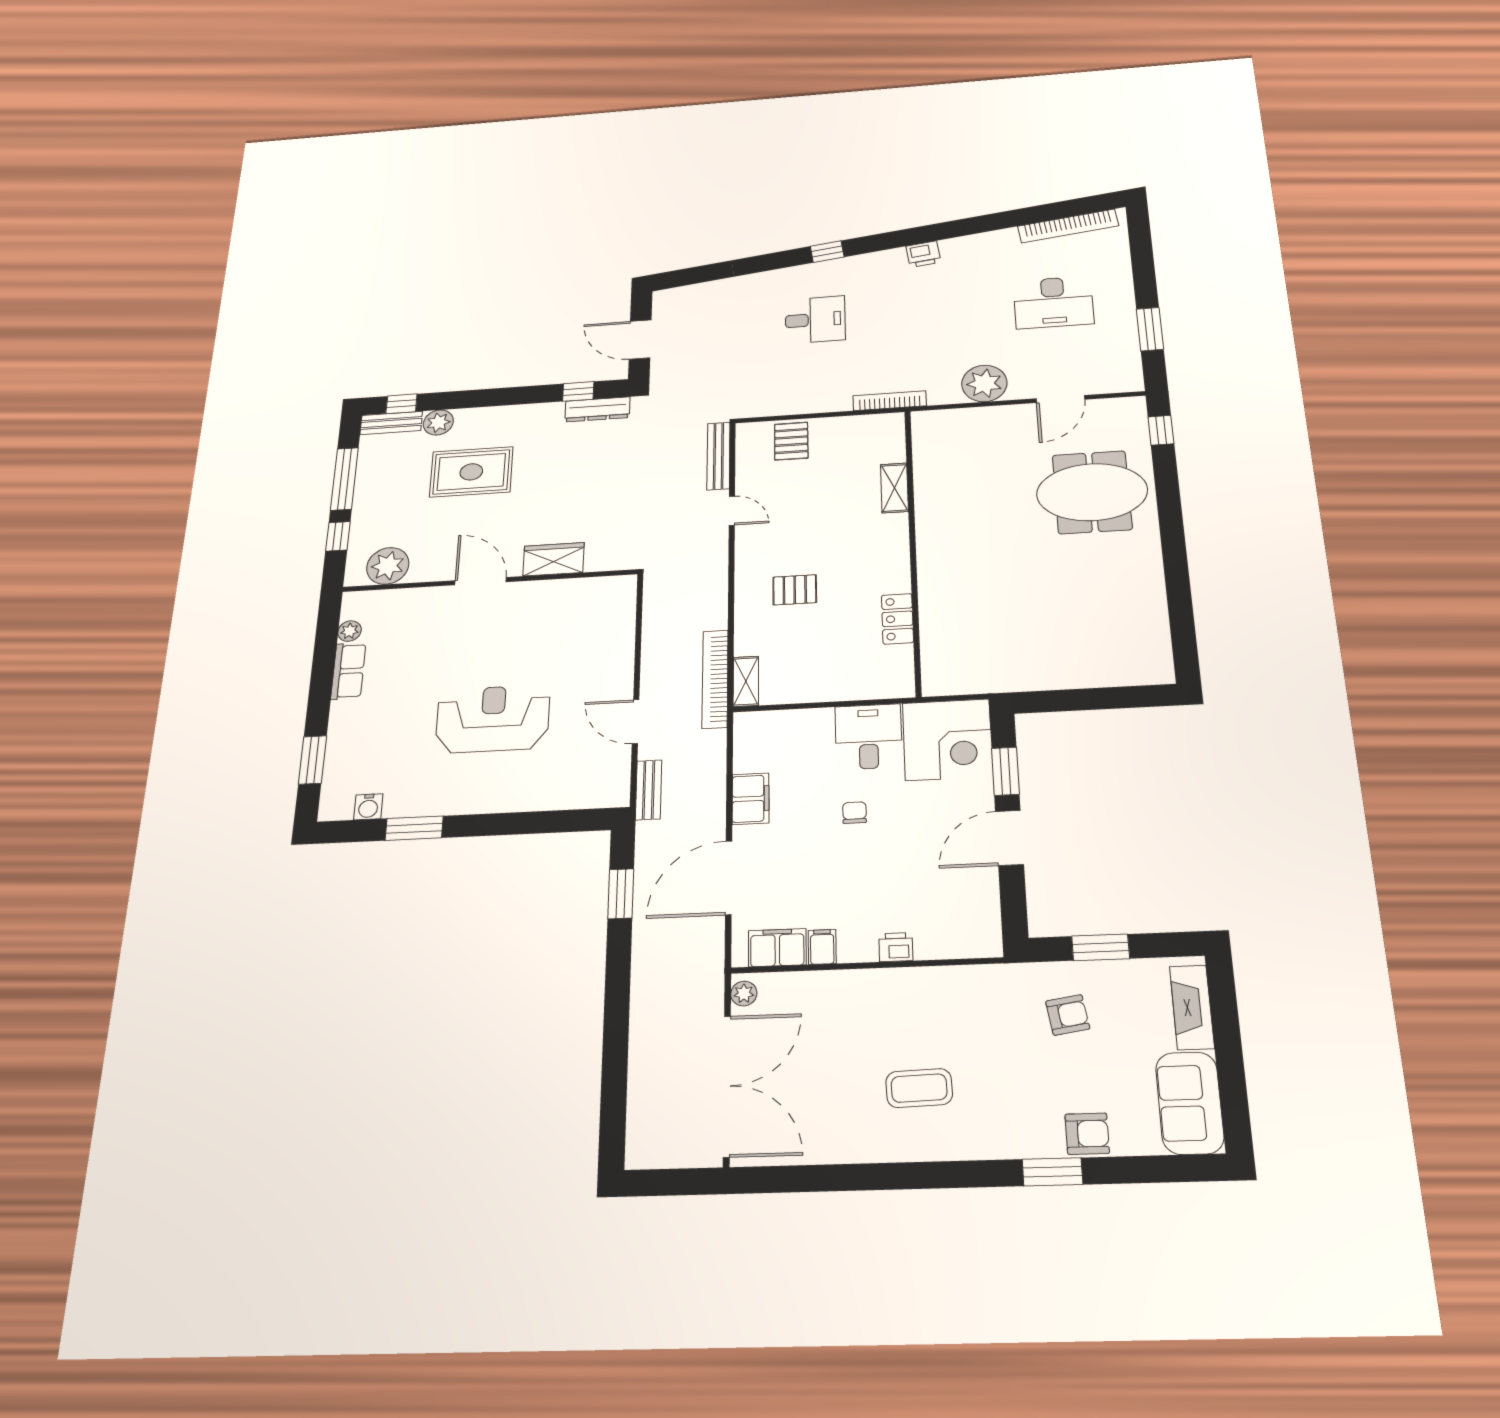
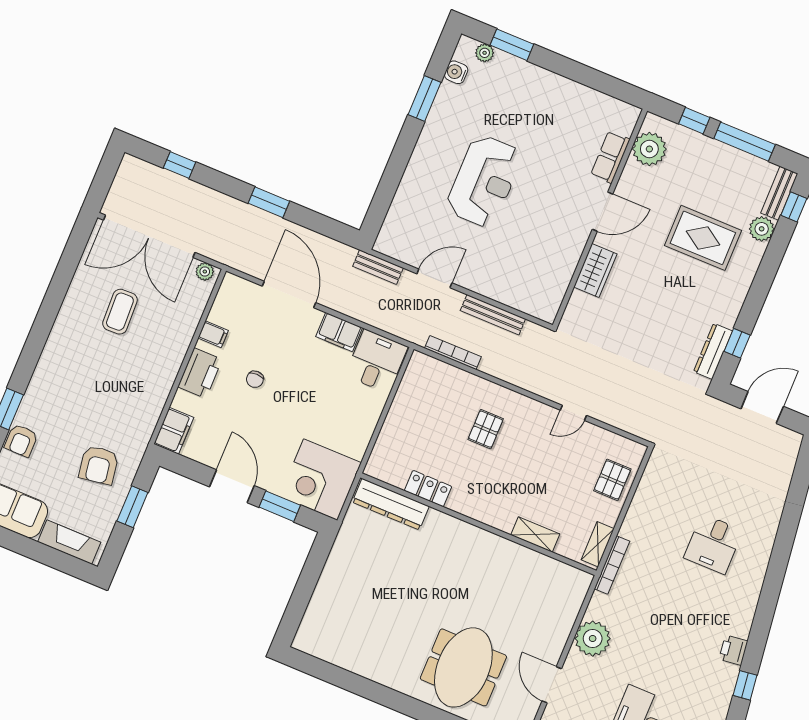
window: (827, 252) -> (745, 685), moved
pallet: (791, 441) -> (612, 480), turned 90
bench: (718, 456) -> (493, 315), moved
rug: (471, 472) -> (703, 238), turned 90
plant: (350, 631) -> (485, 53), moved
dresser: (937, 650) -> (391, 504), added
row of seats: (348, 671) -> (610, 157), moved, turned 90
bookcase: (715, 679) -> (453, 353), width x0.68, depth x0.76
shelving: (746, 681) -> (598, 544), moved, turned 90
desk: (868, 737) -> (376, 361), moved, turned -90
chair: (855, 813) -> (255, 379), moved, turned 90
window: (621, 894) -> (269, 202), moved
printer: (896, 947) -> (200, 373), width x1.87, depth x1.48
filing cabinet: (777, 948) -> (174, 431), moved
armchair: (1068, 1015) -> (99, 465), width x1.38, depth x1.38
coffee table: (919, 1088) -> (120, 312), moved
window: (614, 1089) -> (180, 165), added

